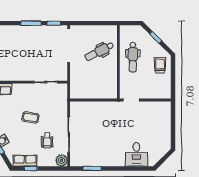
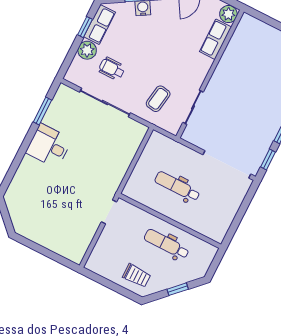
dental chair: (99, 51) -> (177, 186), moved, turned -63
coffee table: (30, 117) -> (158, 99), moved
desk: (136, 154) -> (49, 146), moved
plant: (62, 160) -> (87, 50), moved

